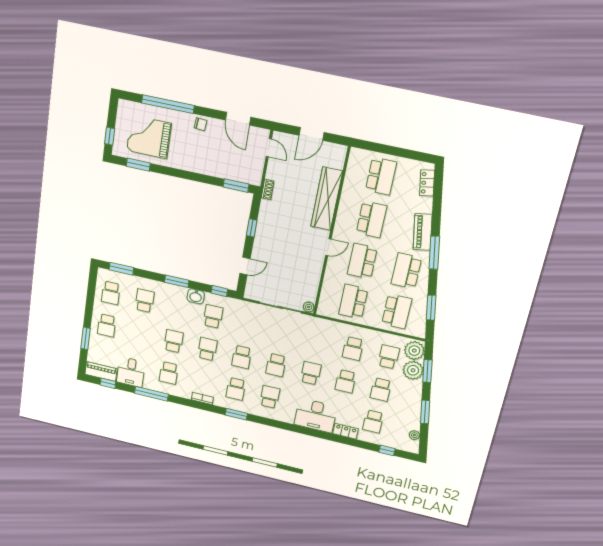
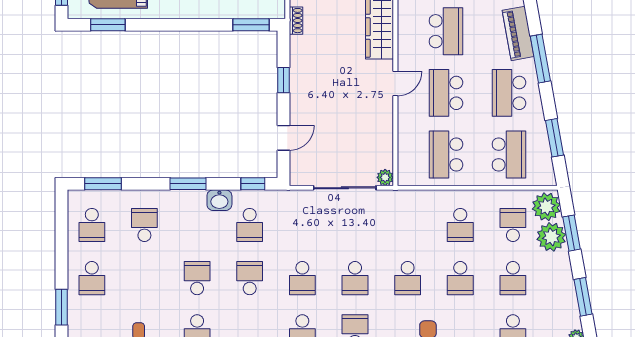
school desk: (213, 316) -> (250, 225), turned 180
school desk: (311, 373) -> (408, 278), turned 180

